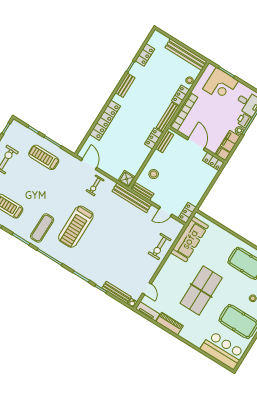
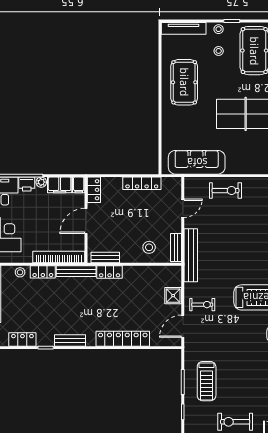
shower: (127, 179) -> (173, 296), moved
door: (165, 212) -> (183, 208), hinge flipped
locker: (187, 213) -> (142, 183), moved, width x1.53

